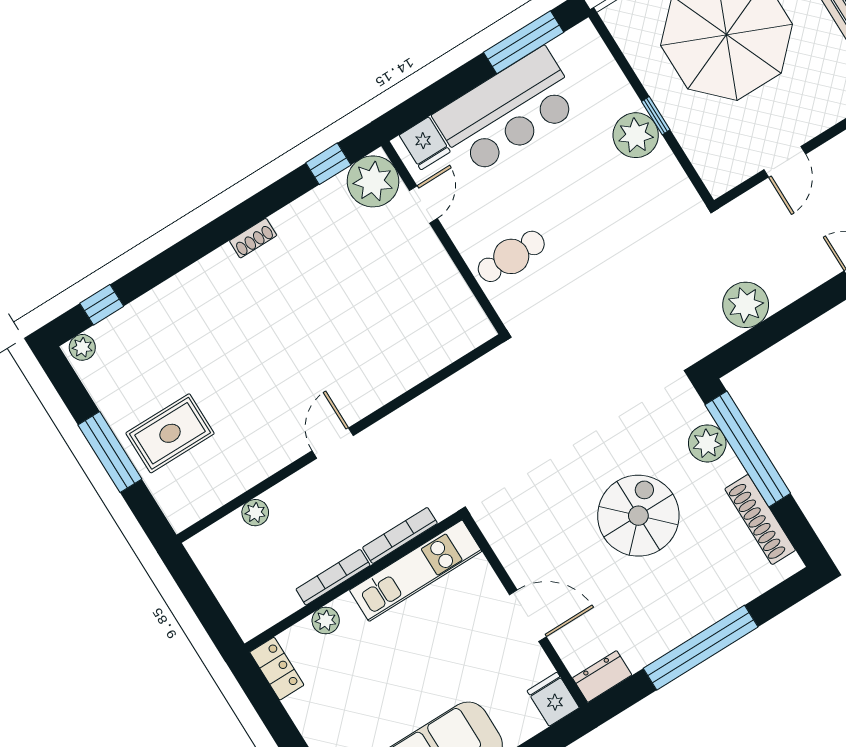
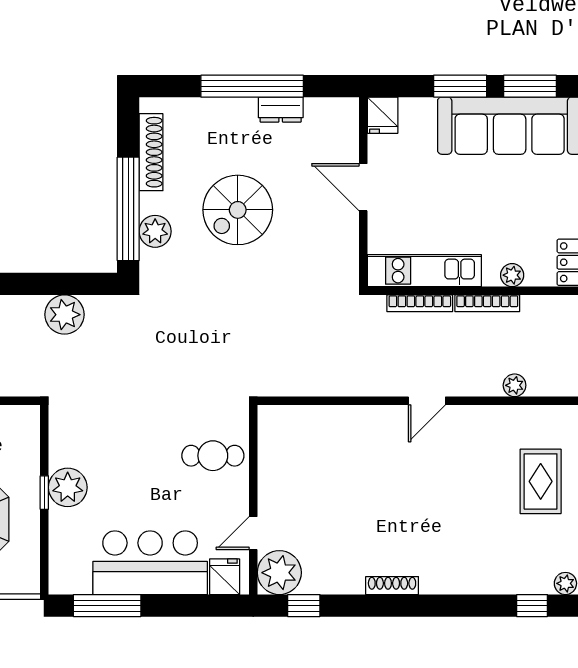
shoe rack: (253, 238) -> (392, 586), width x1.43
rug: (170, 433) -> (541, 481), turned 90
dresser: (602, 676) -> (281, 110), moved

